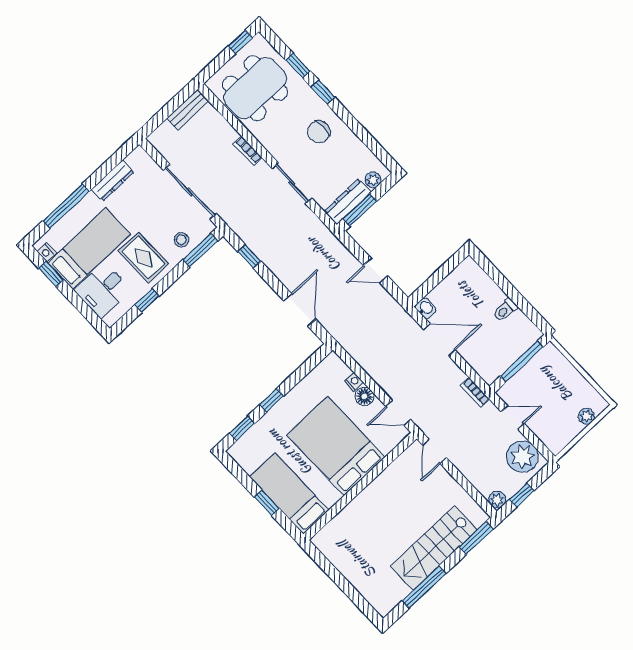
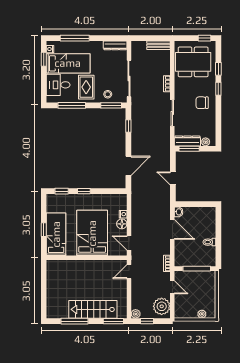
dresser: (113, 180) -> (115, 45), moved
window: (147, 300) -> (72, 105), width x2.17

